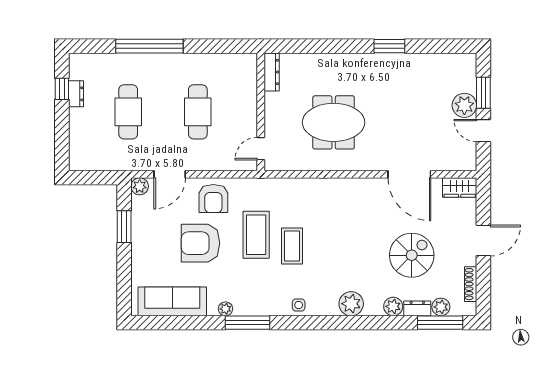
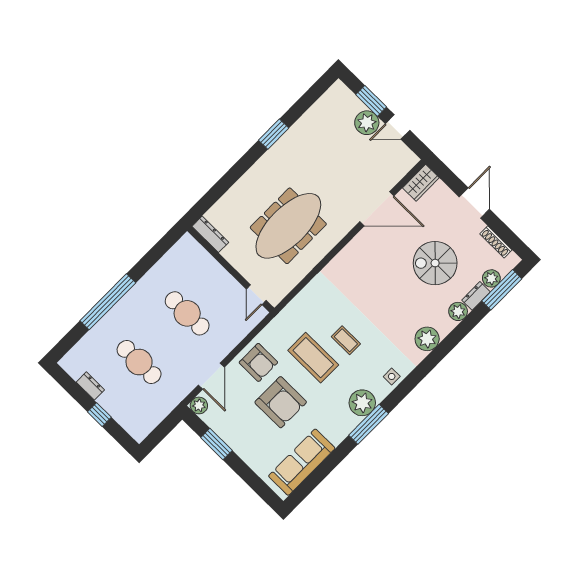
window: (62, 89) -> (99, 415), moved
meeting table: (334, 122) -> (288, 226), width x1.36
armchair: (200, 243) -> (281, 402), turned -90
coffee table: (292, 246) -> (346, 340), width x0.73, depth x0.77
spiral stairs: (412, 255) -> (435, 263), turned -90
plant: (225, 309) -> (362, 403), moved, width x1.88, depth x1.88

